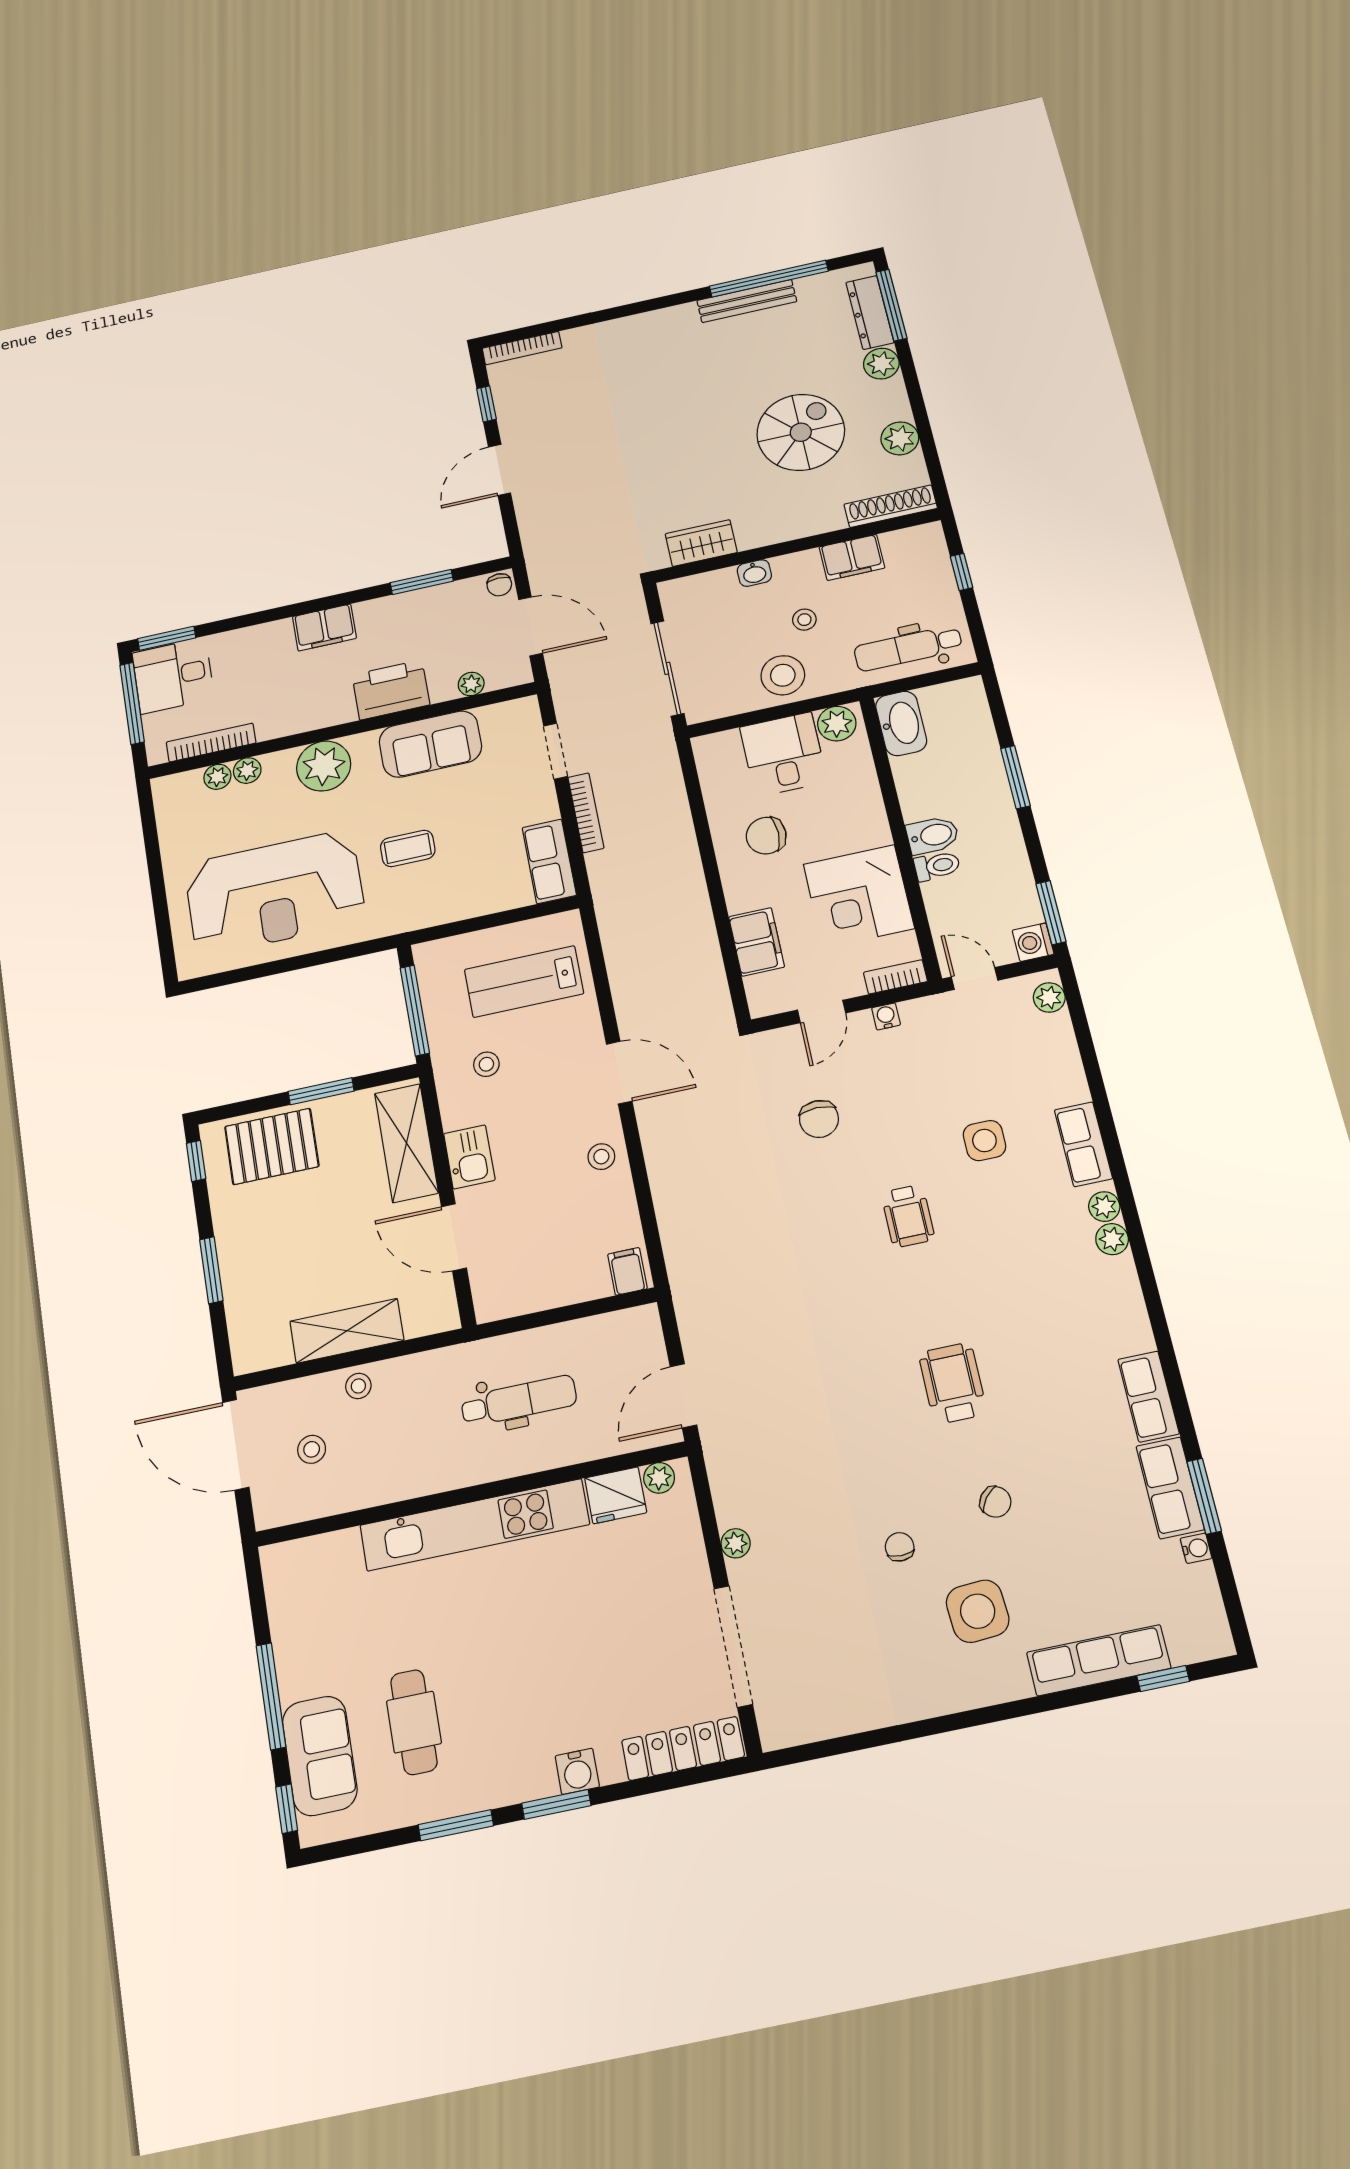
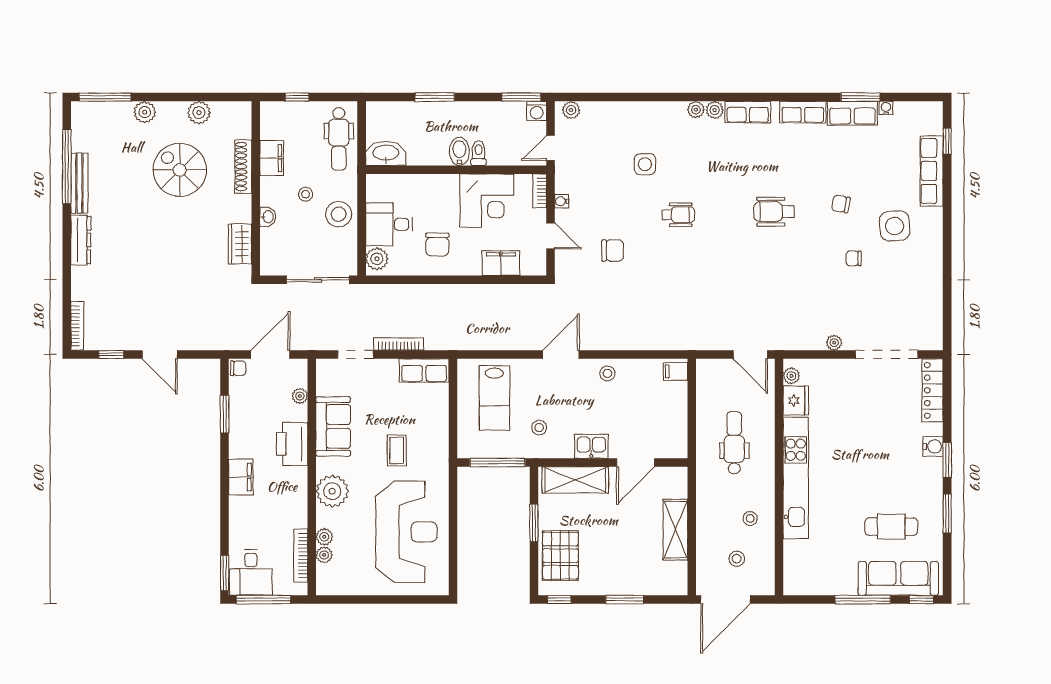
dresser: (870, 313) -> (81, 240), moved, turned -90
shoe rack: (891, 506) -> (243, 167), moved
plant: (837, 724) -> (377, 259), moved
row of seats: (1083, 1144) -> (748, 112), moved
stool: (358, 1386) -> (750, 518), moved
chair: (995, 1502) -> (841, 204), turned -118
sofa: (320, 1756) -> (898, 578), width x1.36

